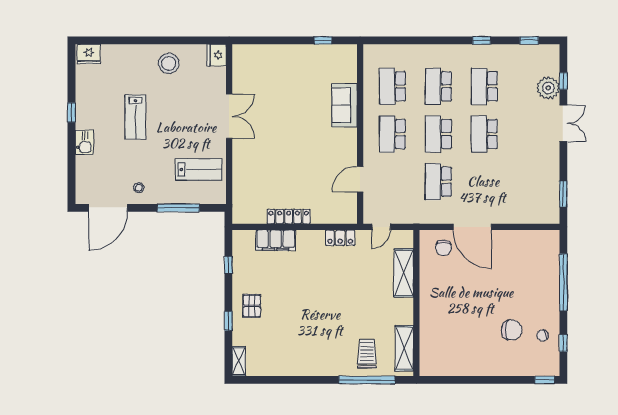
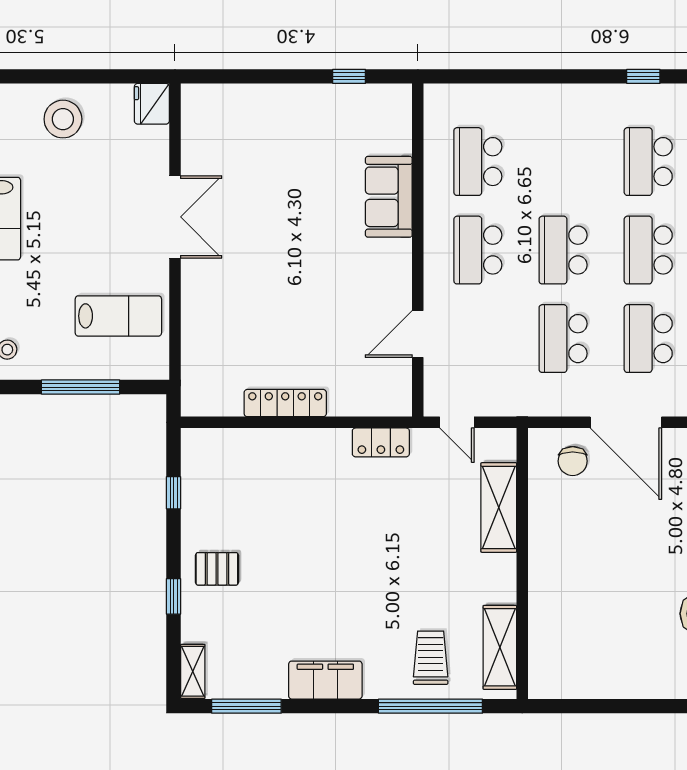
school desk: (438, 86) -> (648, 339), moved
door: (381, 227) -> (457, 422), hinge flipped
filing cabinet: (276, 240) -> (325, 680), moved, turned 180
pallet: (252, 306) -> (217, 569), turned 90
window: (268, 380) -> (246, 706), added

